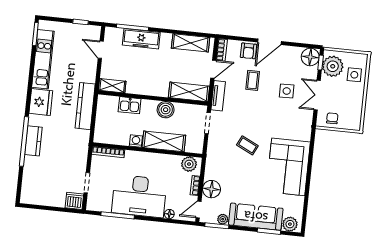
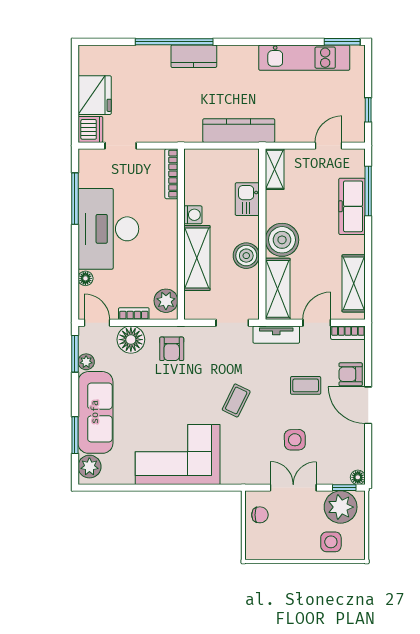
floor lamp: (310, 57) -> (358, 477), width x0.53, depth x0.53
door: (213, 69) -> (317, 323), swing flipped
boiler: (158, 86) -> (282, 240), added
fridge: (41, 102) -> (95, 95), moved, turned -90
kitchen counter: (33, 141) -> (194, 56), moved
coffee table: (247, 145) -> (236, 400), moved
armchair: (220, 164) -> (172, 349), added

